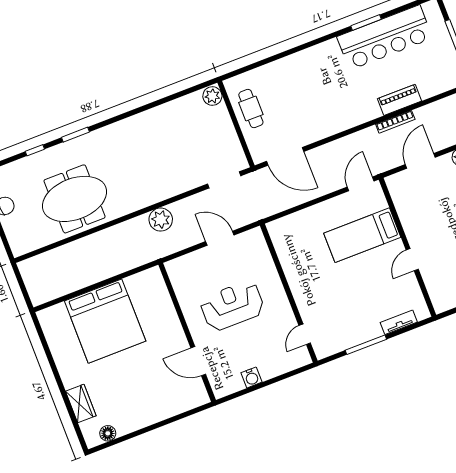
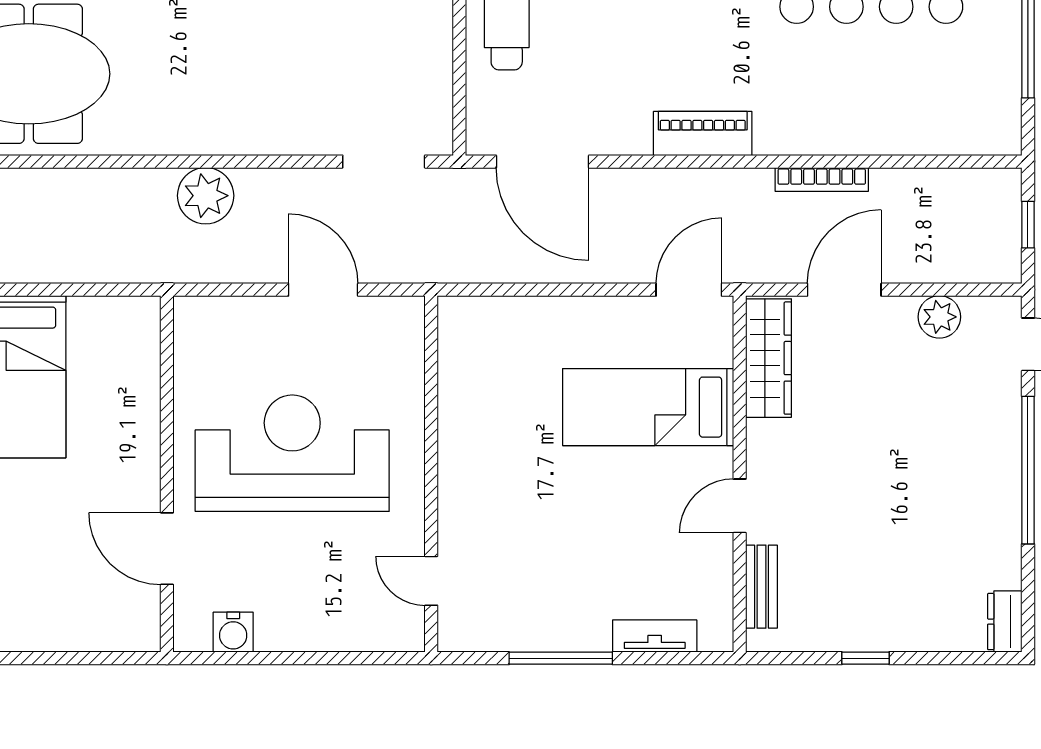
piano: (399, 100) -> (703, 133), moved
wardrobe: (401, 198) -> (769, 358), added
bench: (433, 287) -> (761, 587), added
reception desk: (232, 306) -> (292, 453), width x1.36, depth x1.30
door: (305, 334) -> (431, 581), hinge flipped
water cooler: (252, 377) -> (233, 632), moved

